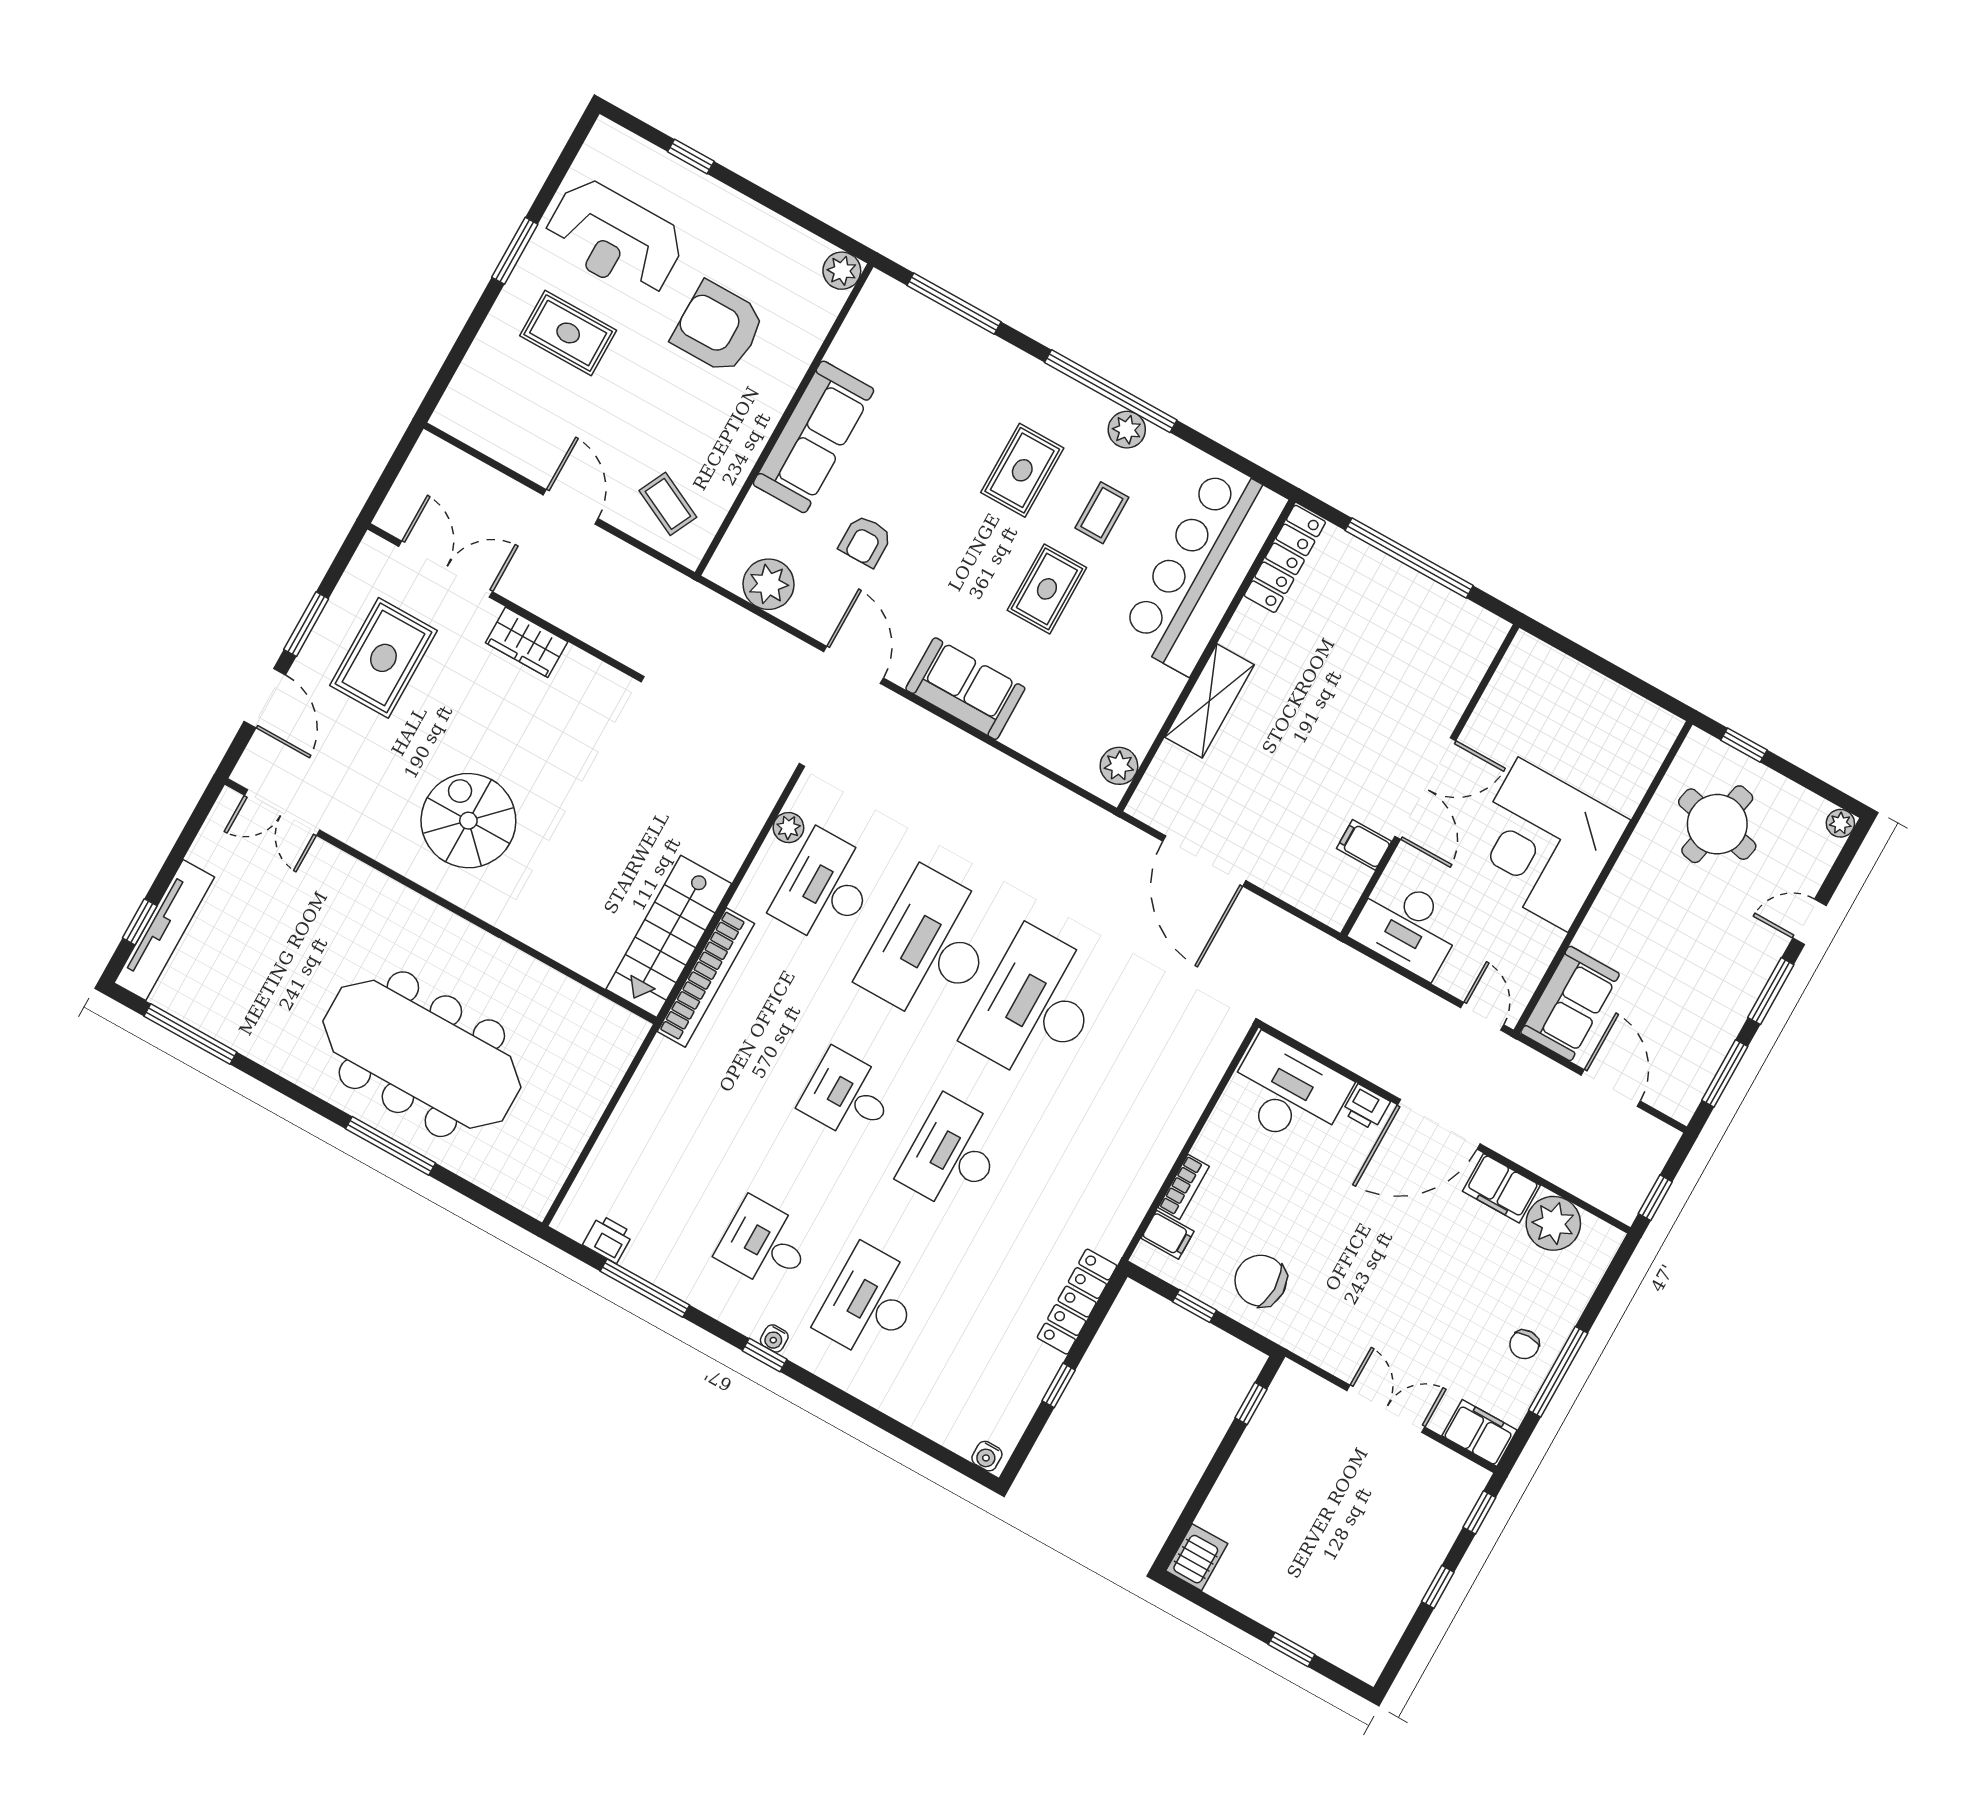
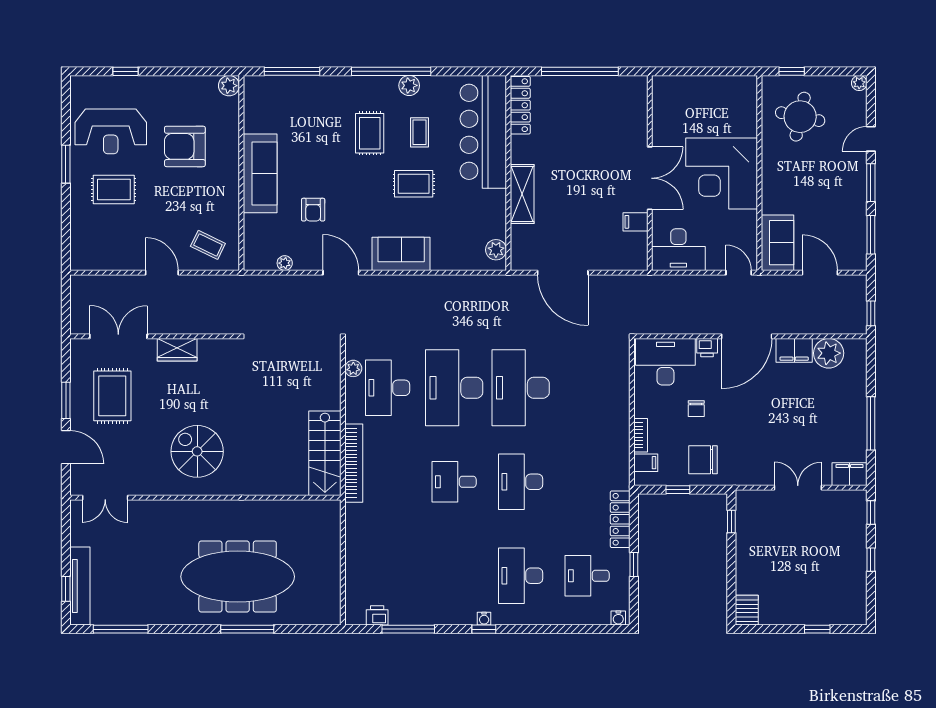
plant: (769, 584) -> (285, 263), width x0.53, depth x0.53
rug: (1047, 589) -> (414, 184), turned 90
desk: (765, 1244) -> (587, 576), moved
chair: (1524, 1344) -> (696, 409), moved

